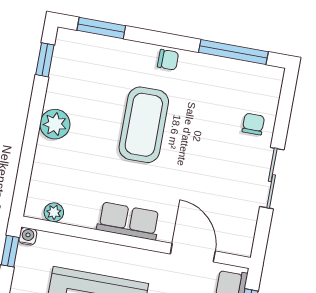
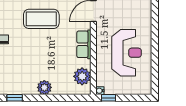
coffee table: (144, 125) -> (41, 19), moved
plant: (54, 212) -> (82, 76), width x1.87, depth x1.87

